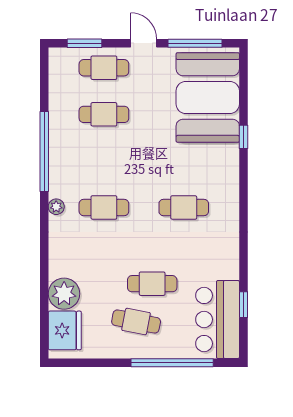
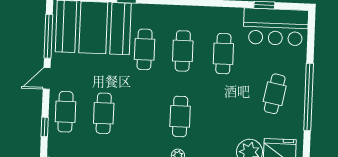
window: (84, 43) -> (45, 127), width x0.67
cafe table: (184, 161) -> (145, 49), added
cafe table: (152, 284) -> (223, 54), moved
window: (172, 363) -> (309, 97), moved

